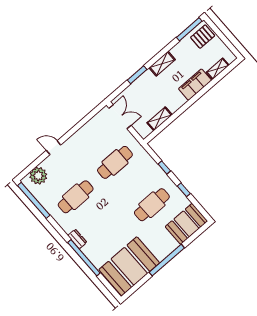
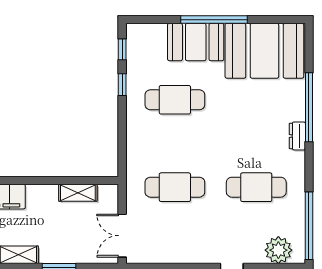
window: (164, 167) -> (122, 49), moved
booth: (186, 224) -> (196, 42), moved

